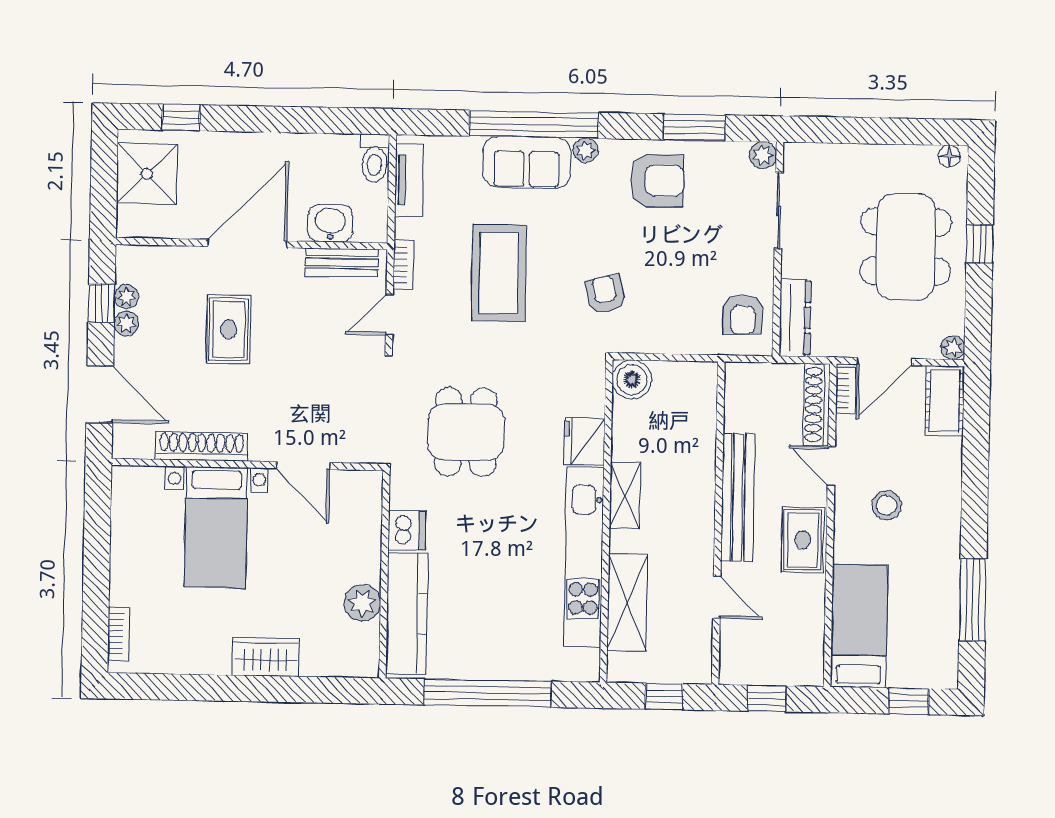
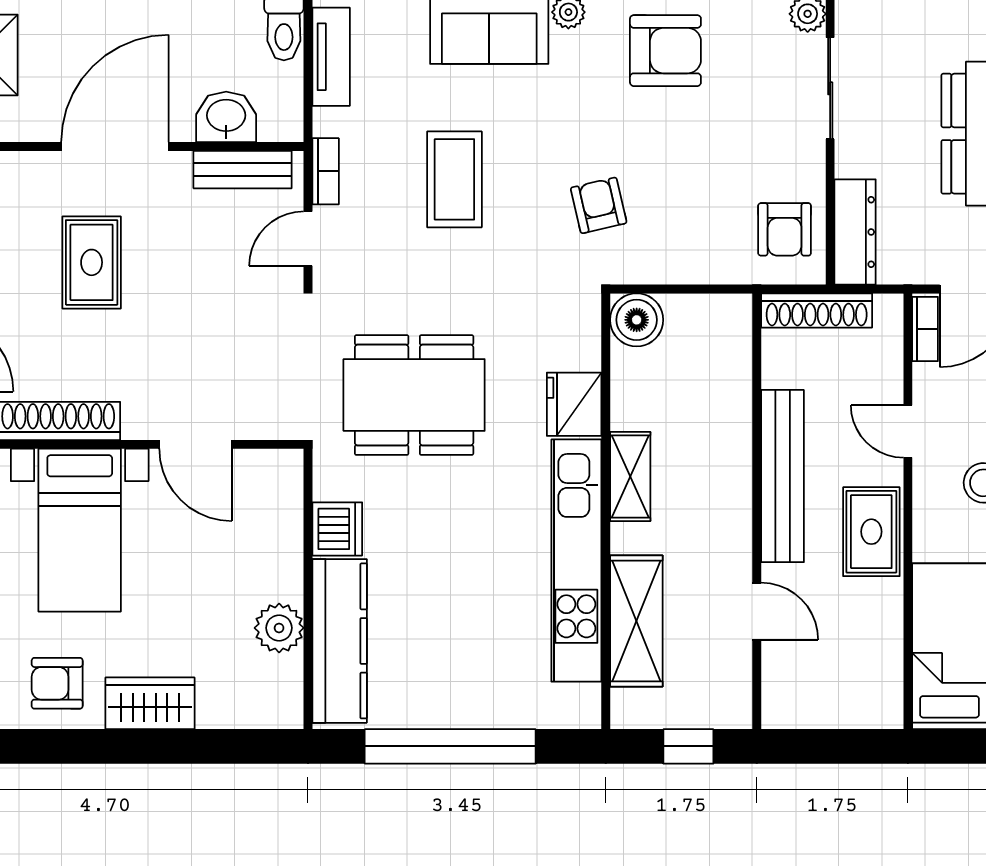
coffee table: (499, 273) -> (454, 179), width x0.73, depth x0.76
shoe rack: (817, 405) -> (817, 310), moved, turned -90
dining table: (466, 432) -> (414, 395), width x1.38
armchair: (197, 641) -> (57, 683), added
window: (767, 698) -> (827, 746), removed

